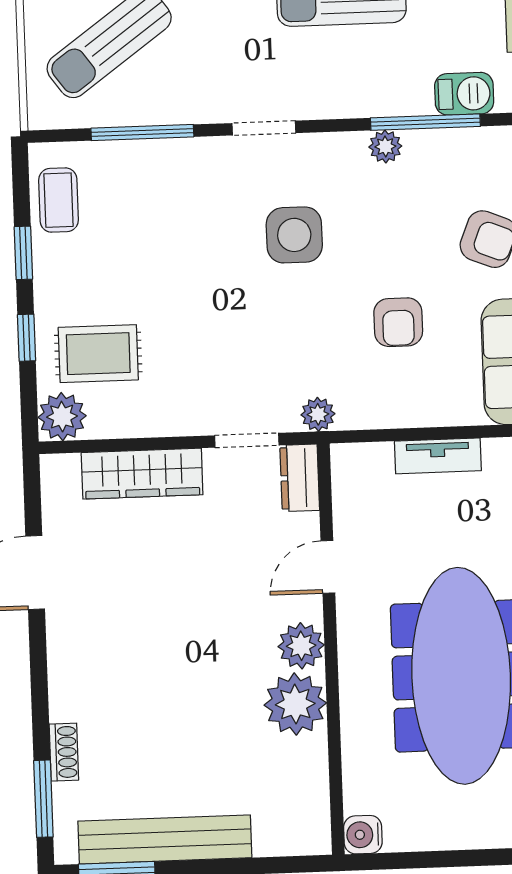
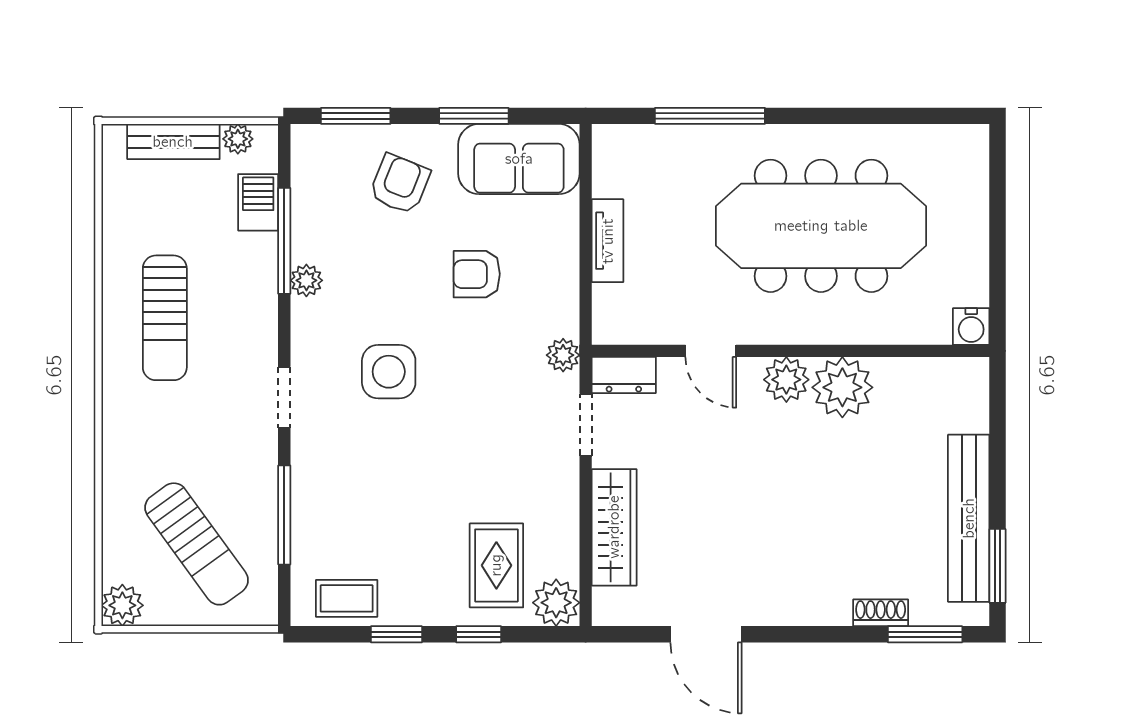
armchair: (398, 322) -> (477, 274), turned 180

